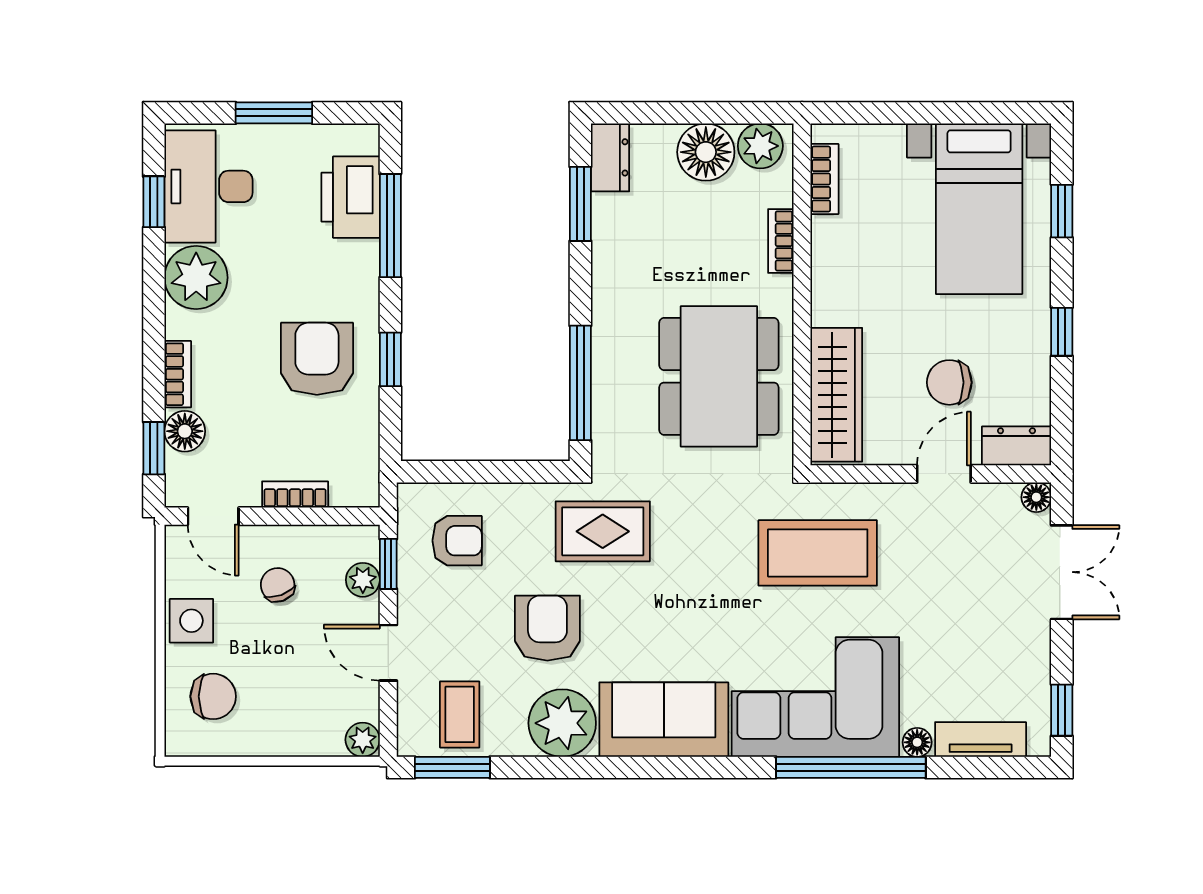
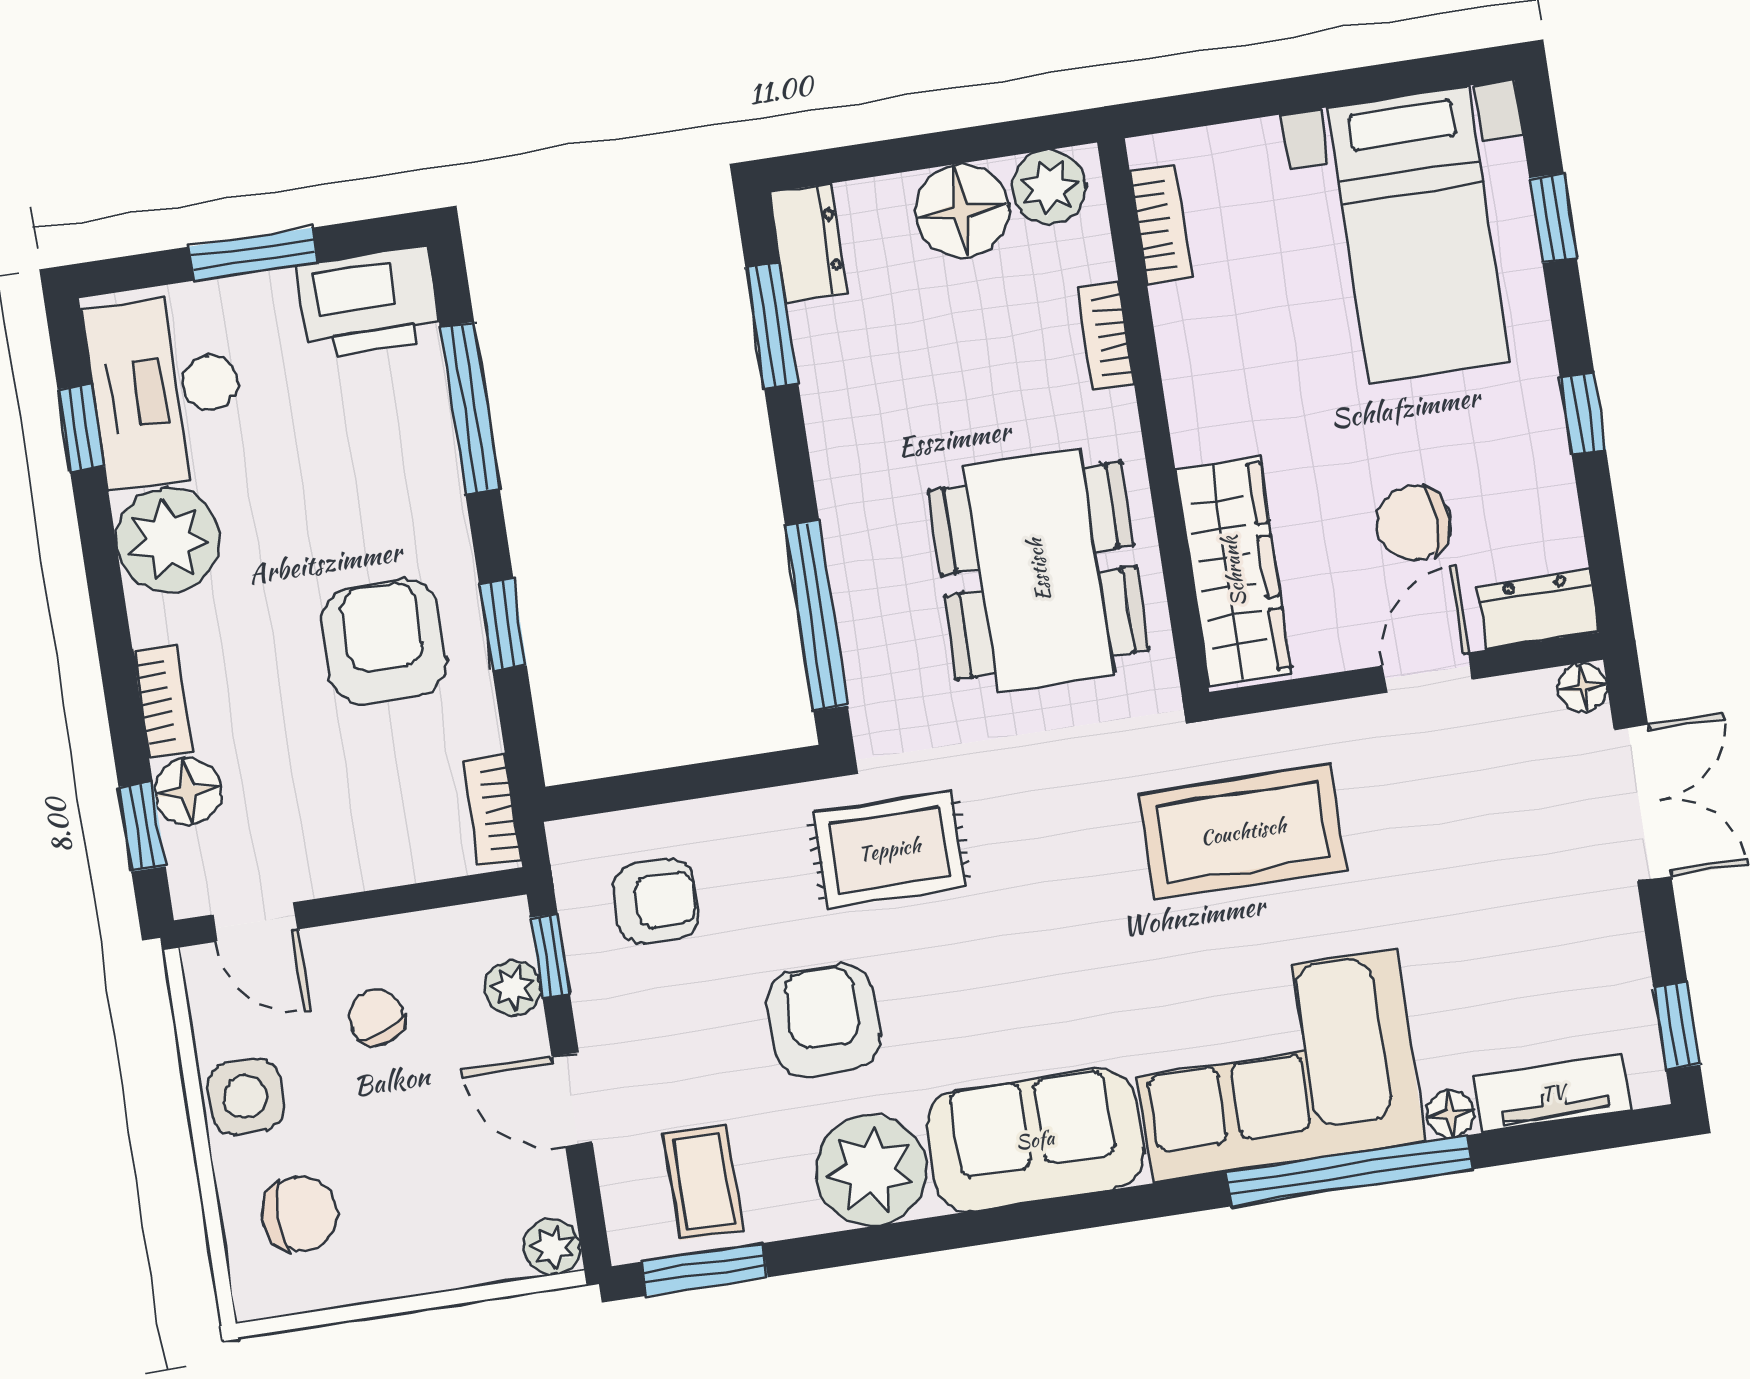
printer: (351, 197) -> (369, 302), moved, turned -90
bookcase: (295, 494) -> (492, 810), moved, turned -90

